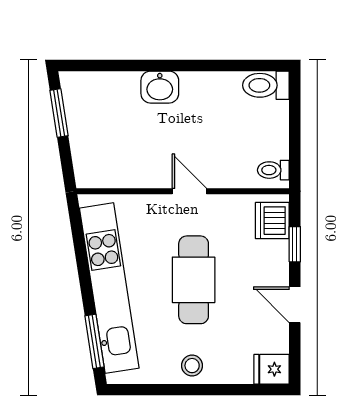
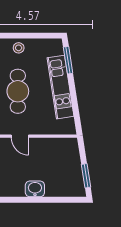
kitchen unit: (109, 288) -> (60, 87), width x0.73

